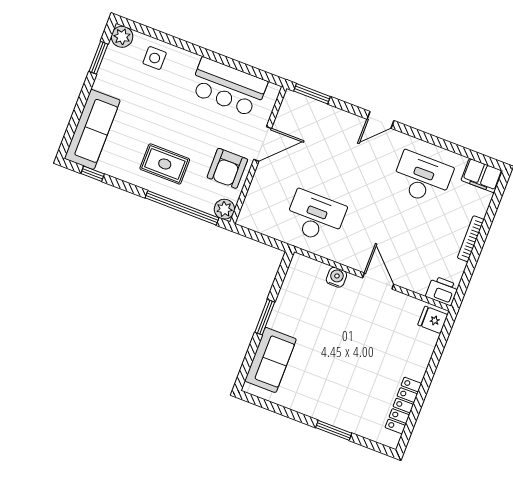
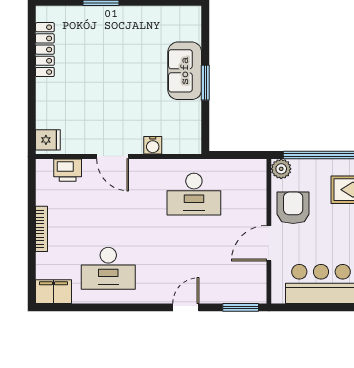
door: (380, 120) -> (186, 307), moved
printer: (442, 291) -> (68, 170), moved
sofa: (271, 360) -> (185, 71), moved

